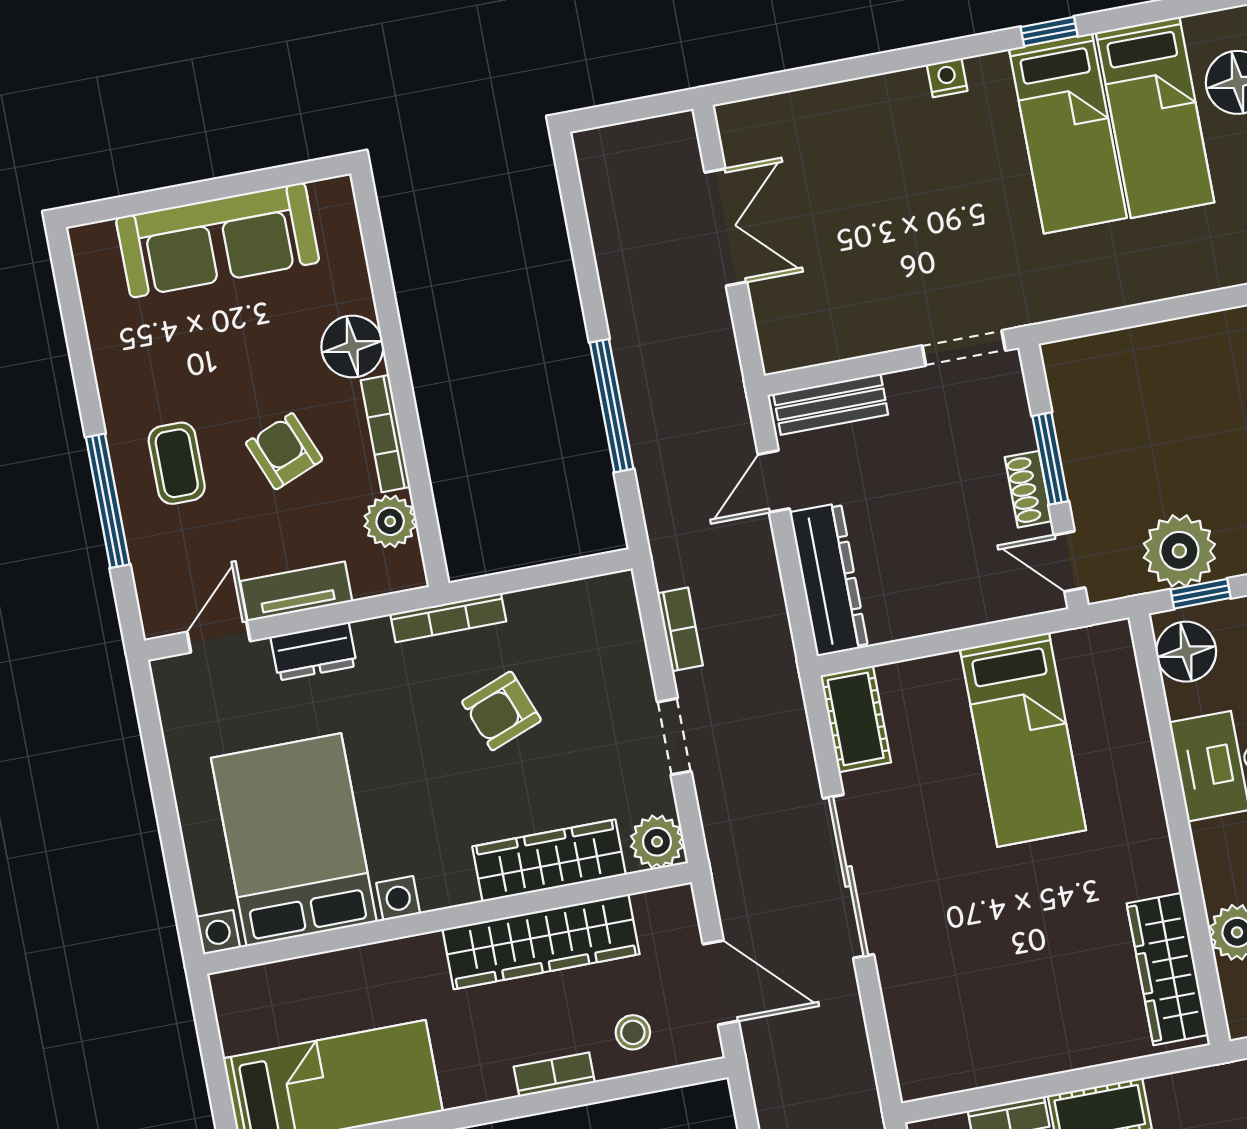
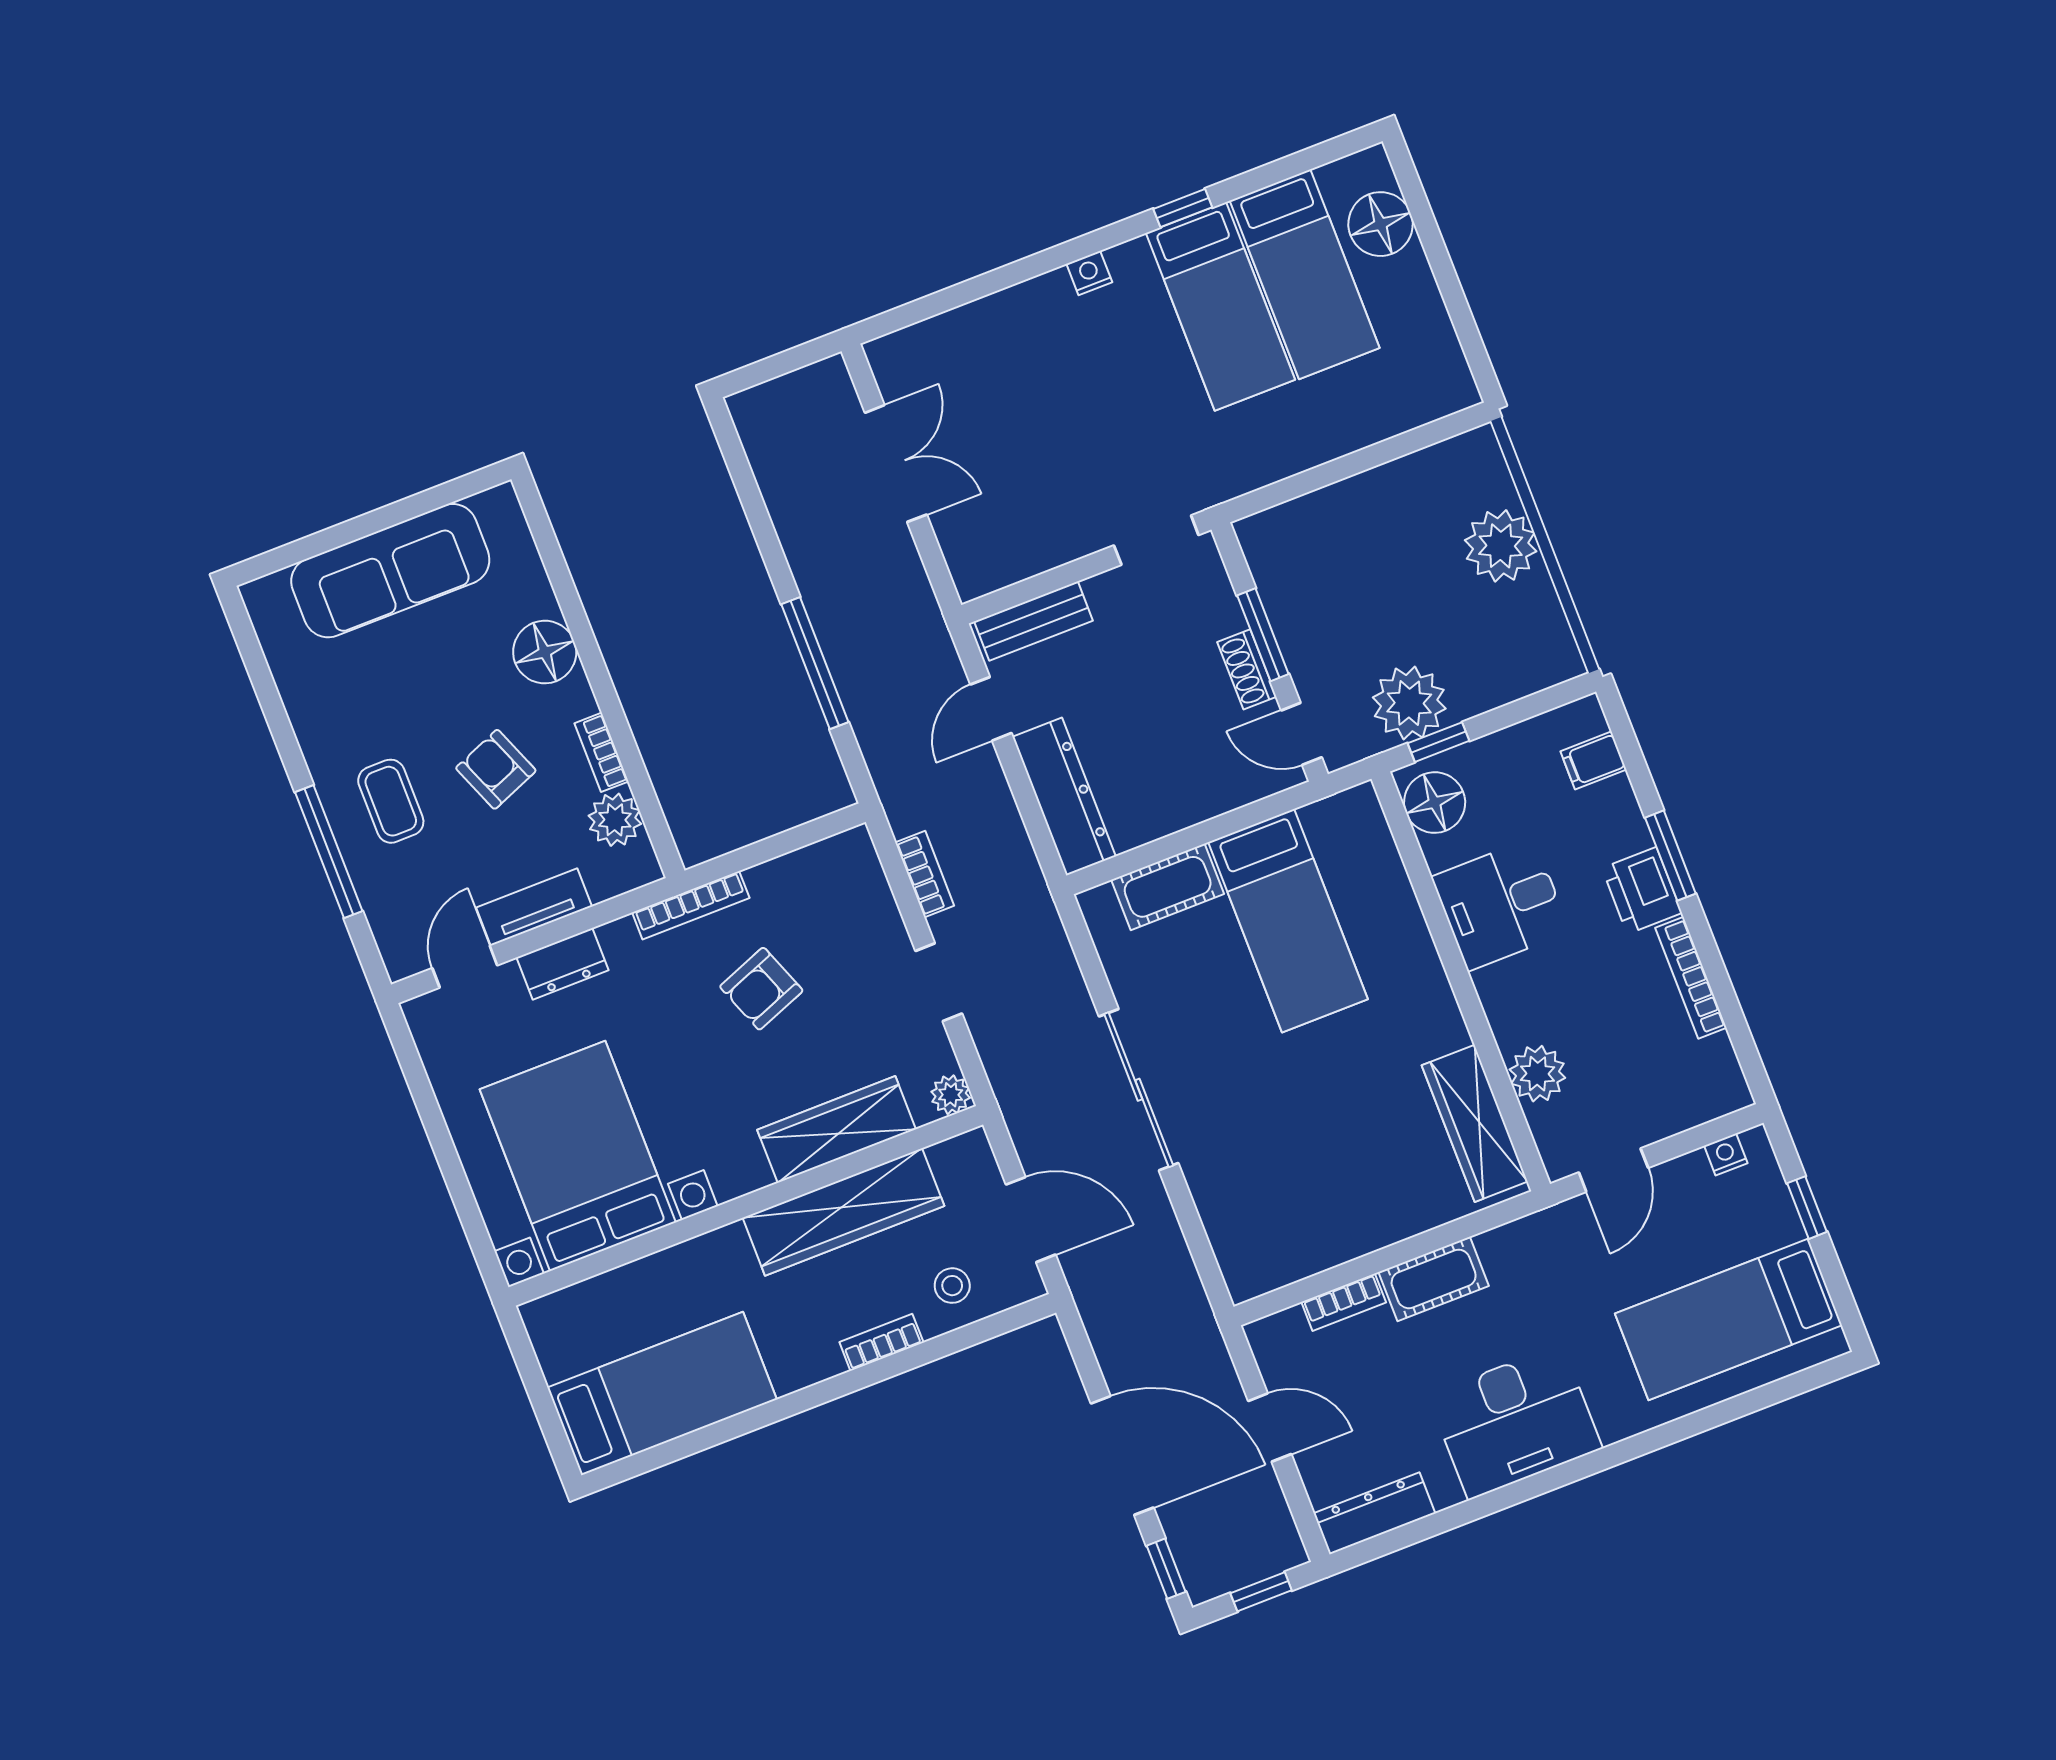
bookcase: (385, 434) -> (601, 752), width x0.64
cot: (856, 719) -> (1168, 887), moved, turned 90
plant: (657, 842) -> (951, 1095), width x0.73, depth x0.73

